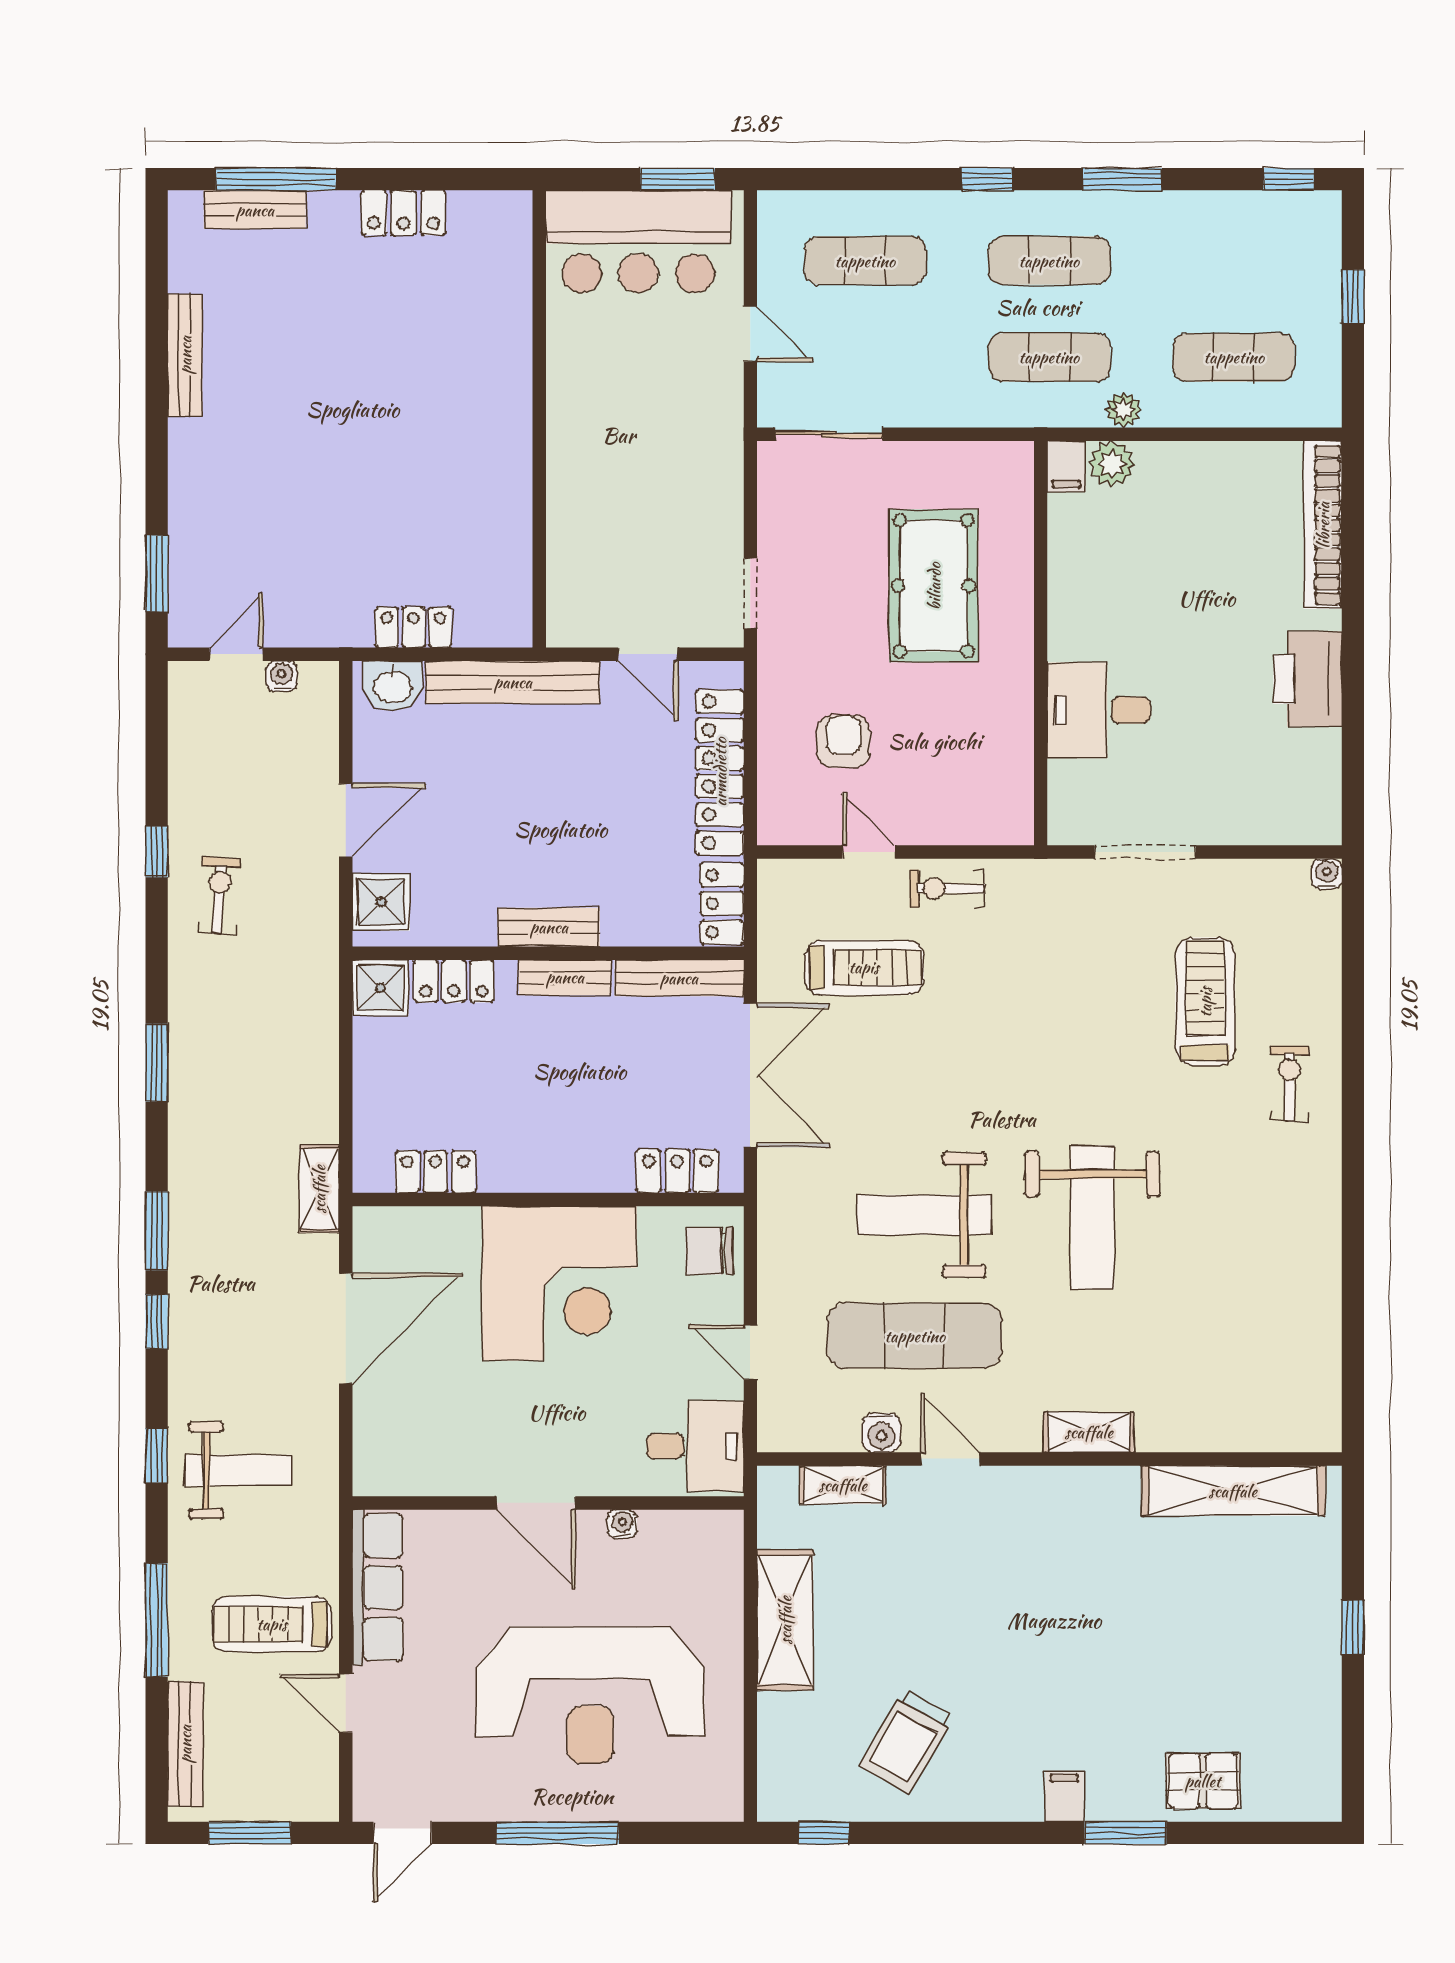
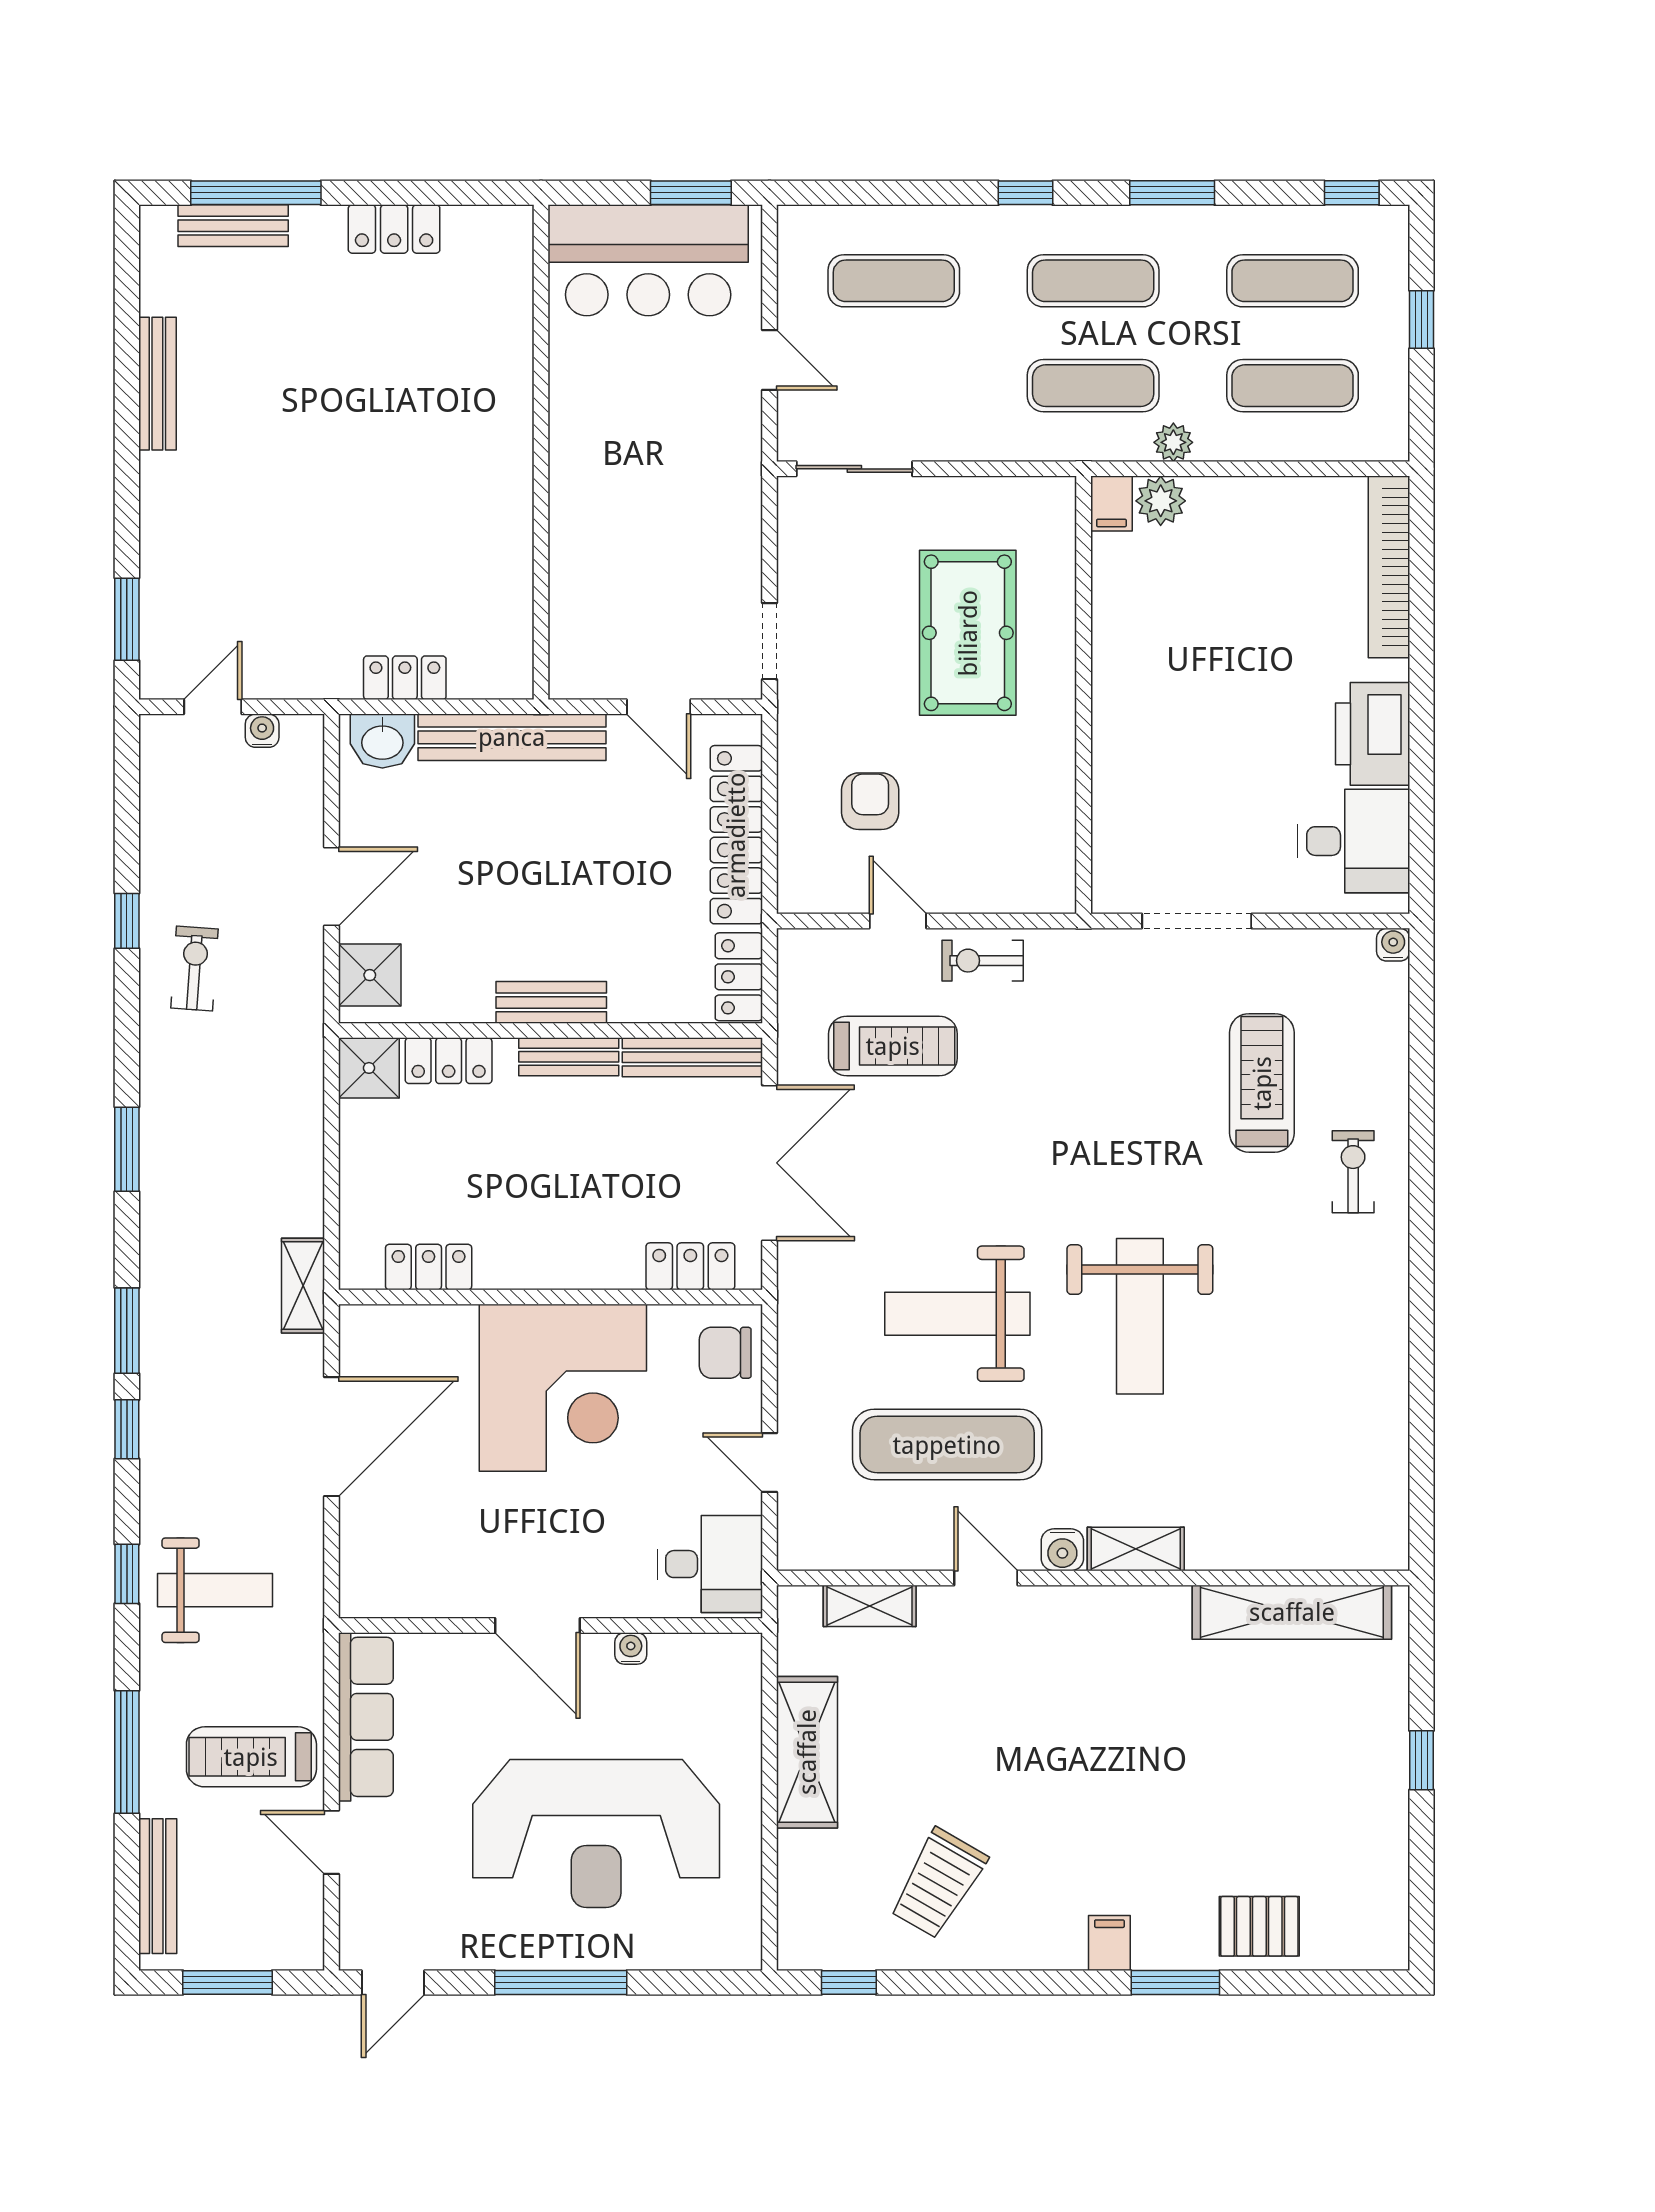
exercise mat: (1234, 261) -> (1293, 281), added
desk: (1099, 710) -> (1354, 841), moved, turned 180
water cooler: (881, 1433) -> (1062, 1550), moved

